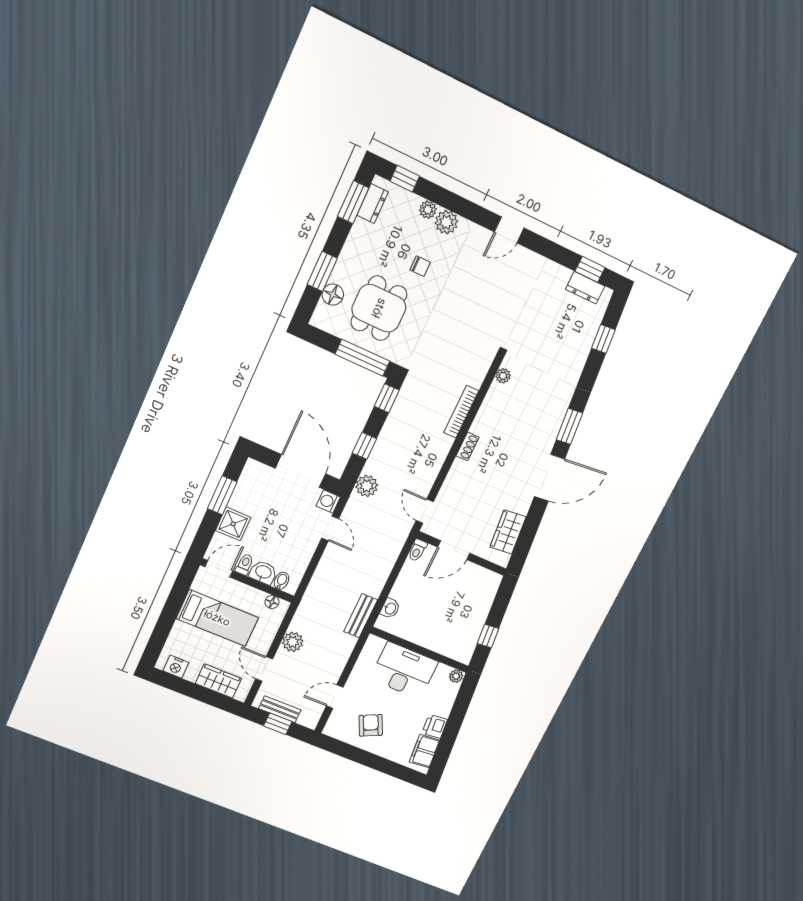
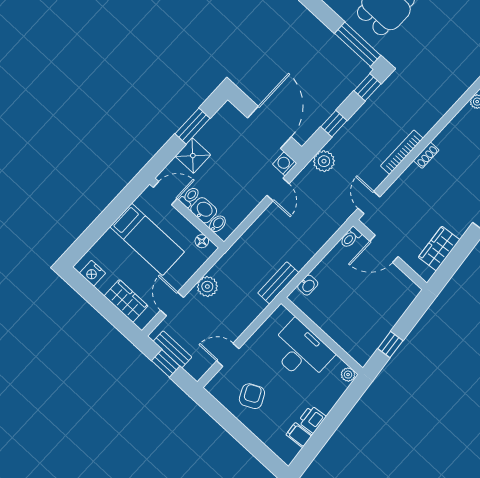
bookcase: (461, 412) -> (402, 152), moved
filing cabinet: (424, 751) -> (299, 435), width x0.50

